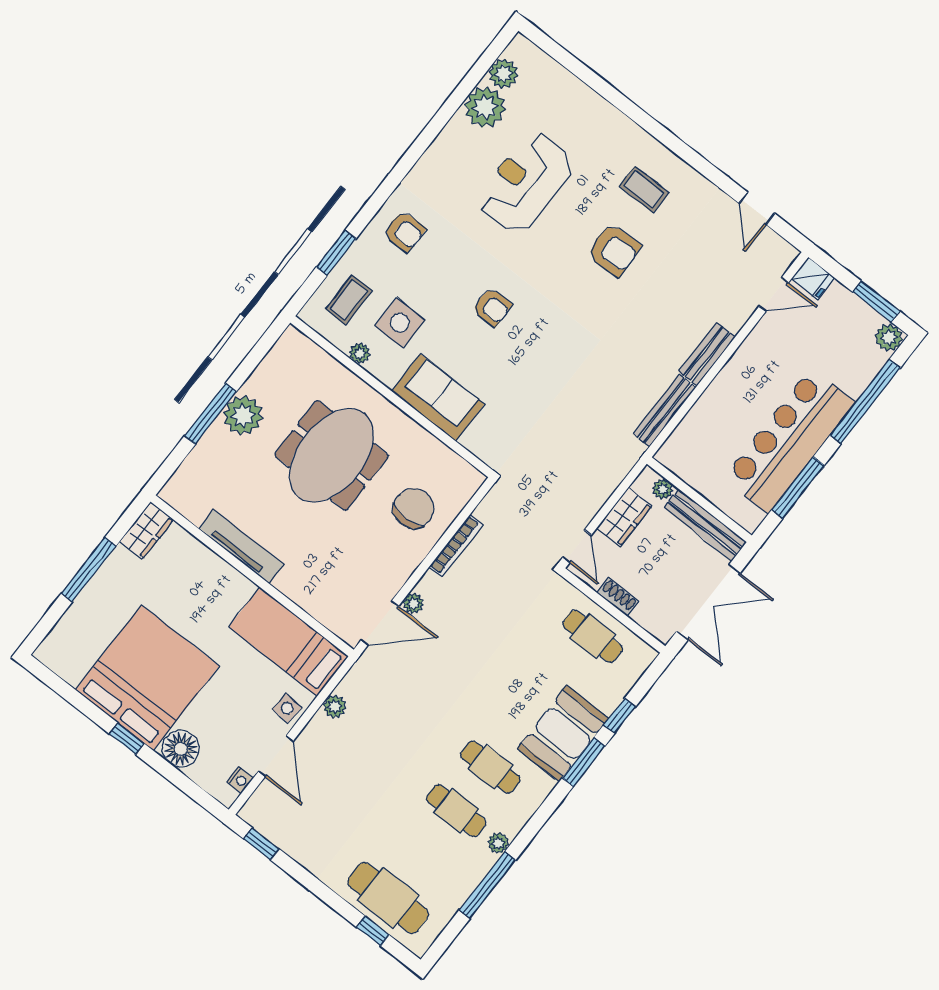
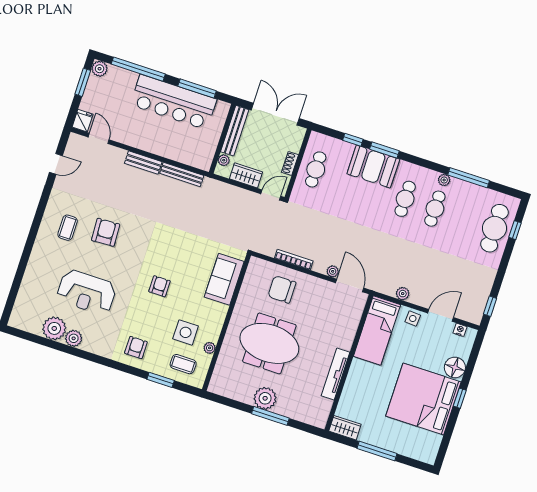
plant: (503, 74) -> (74, 338), moved
sofa: (438, 398) -> (224, 279), moved

